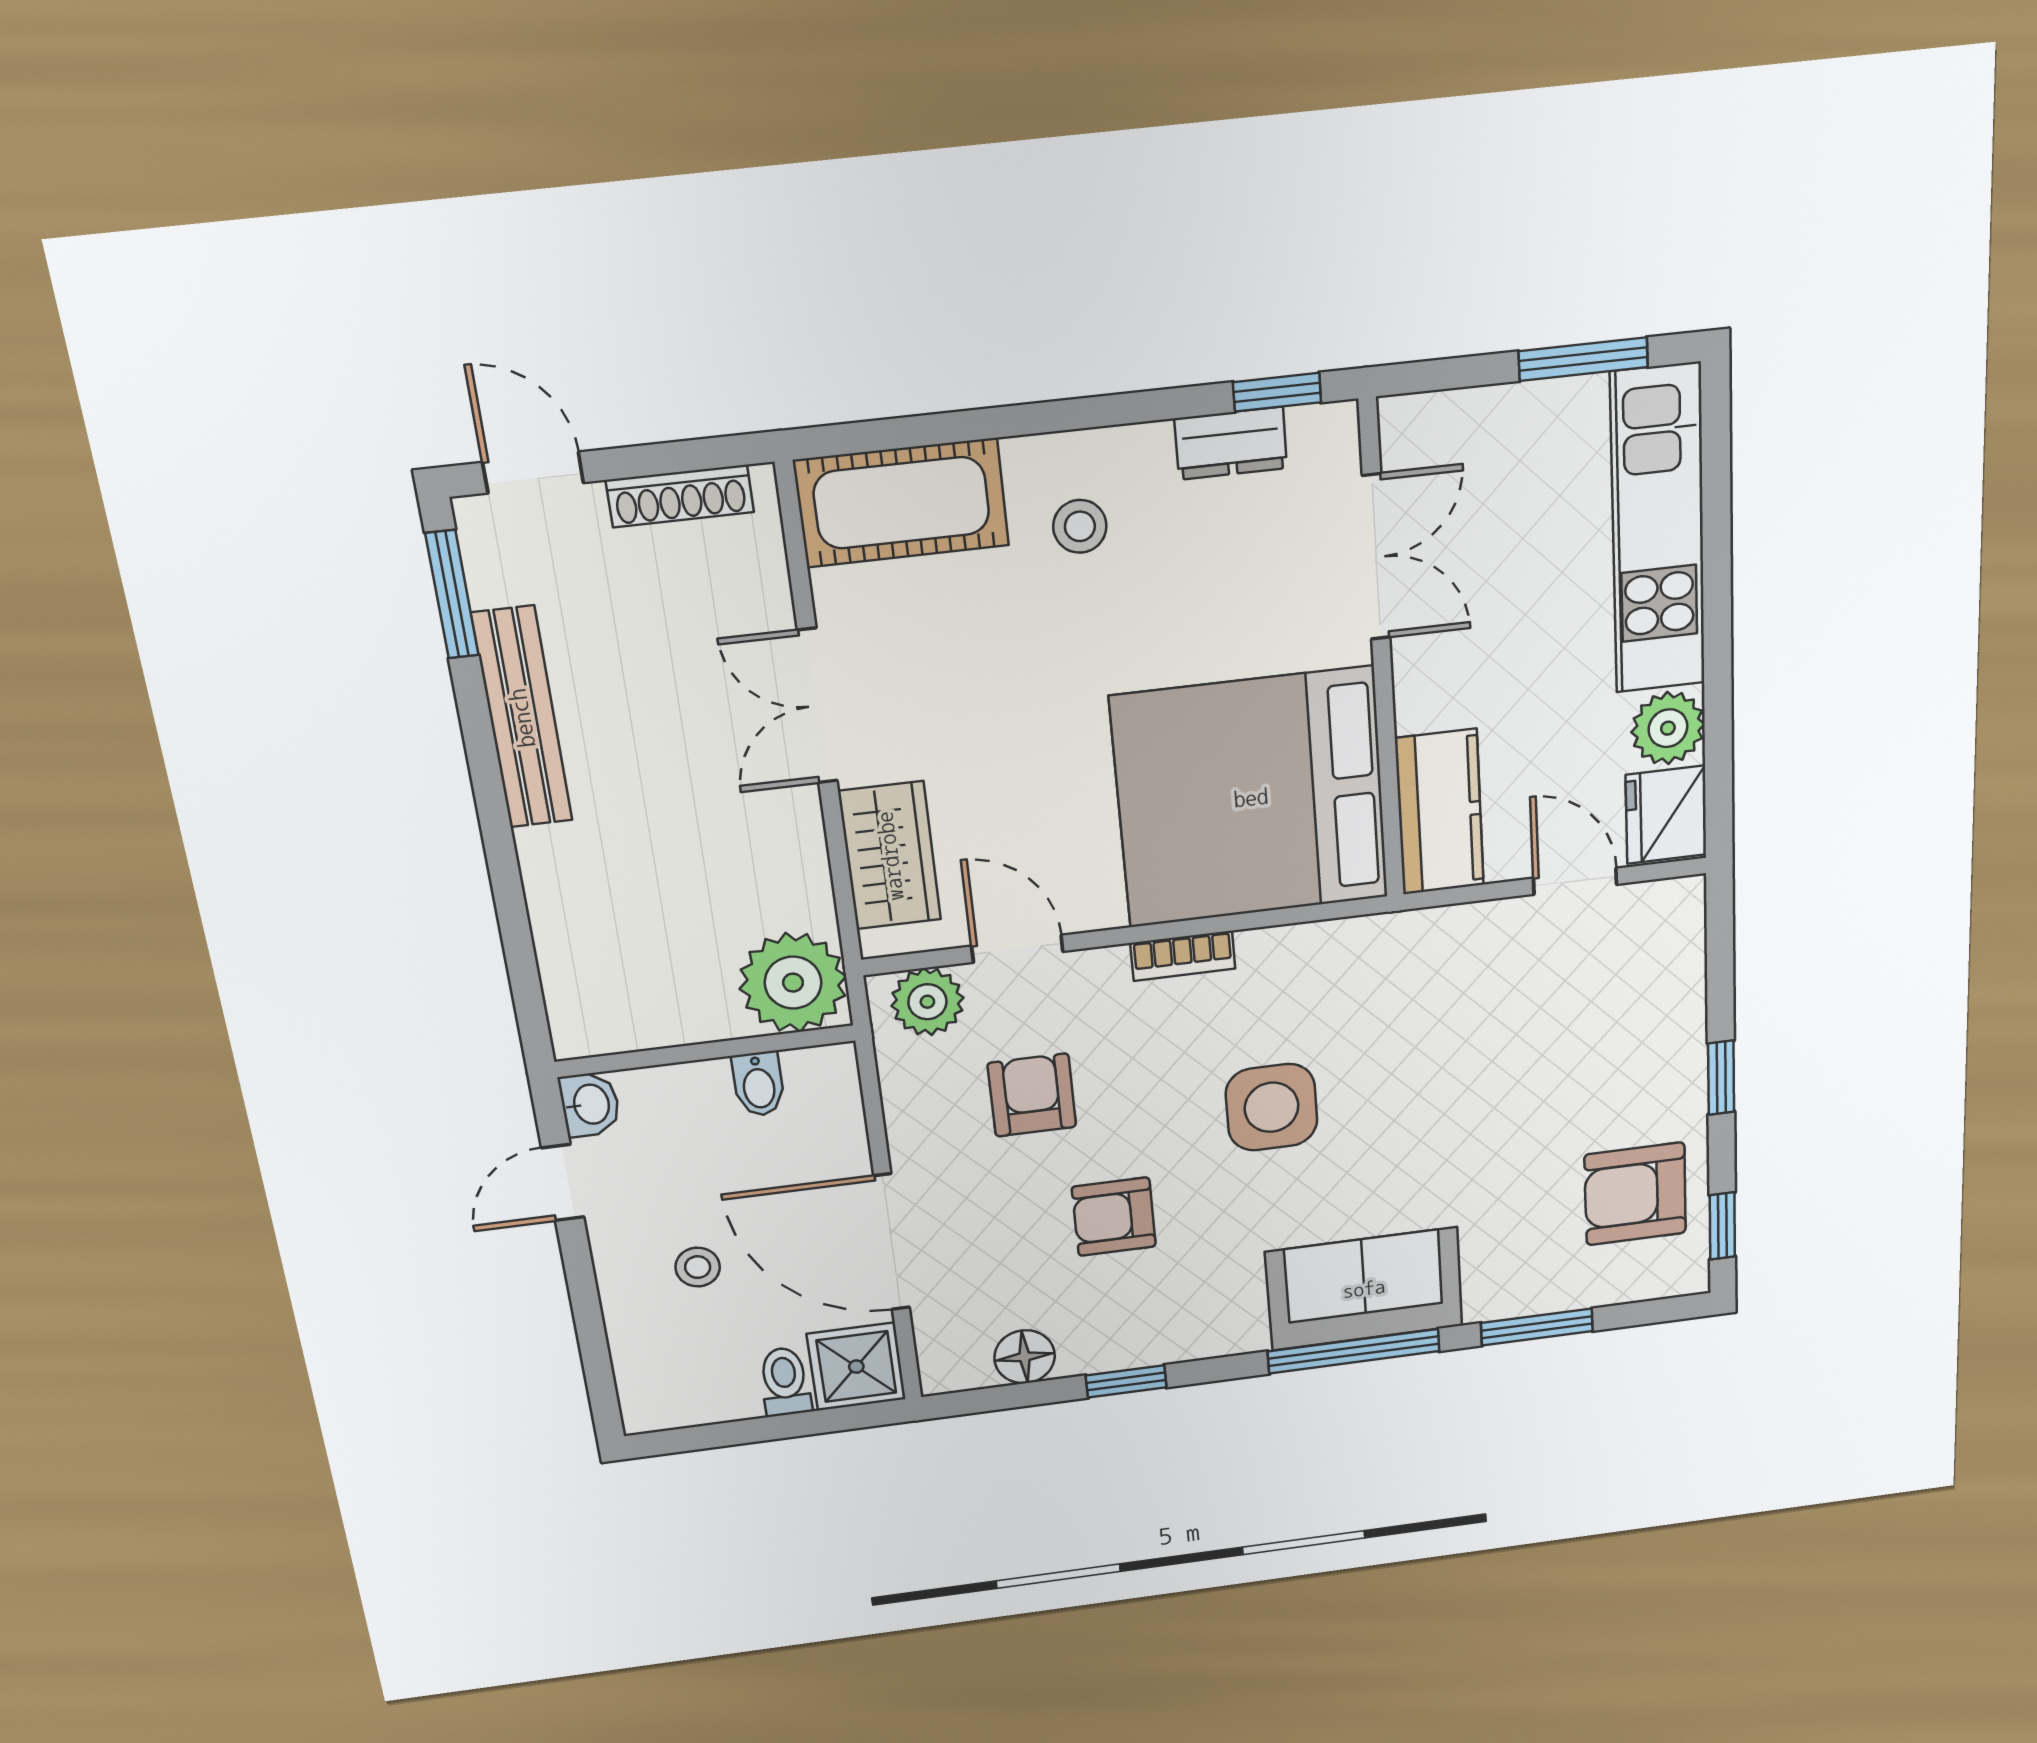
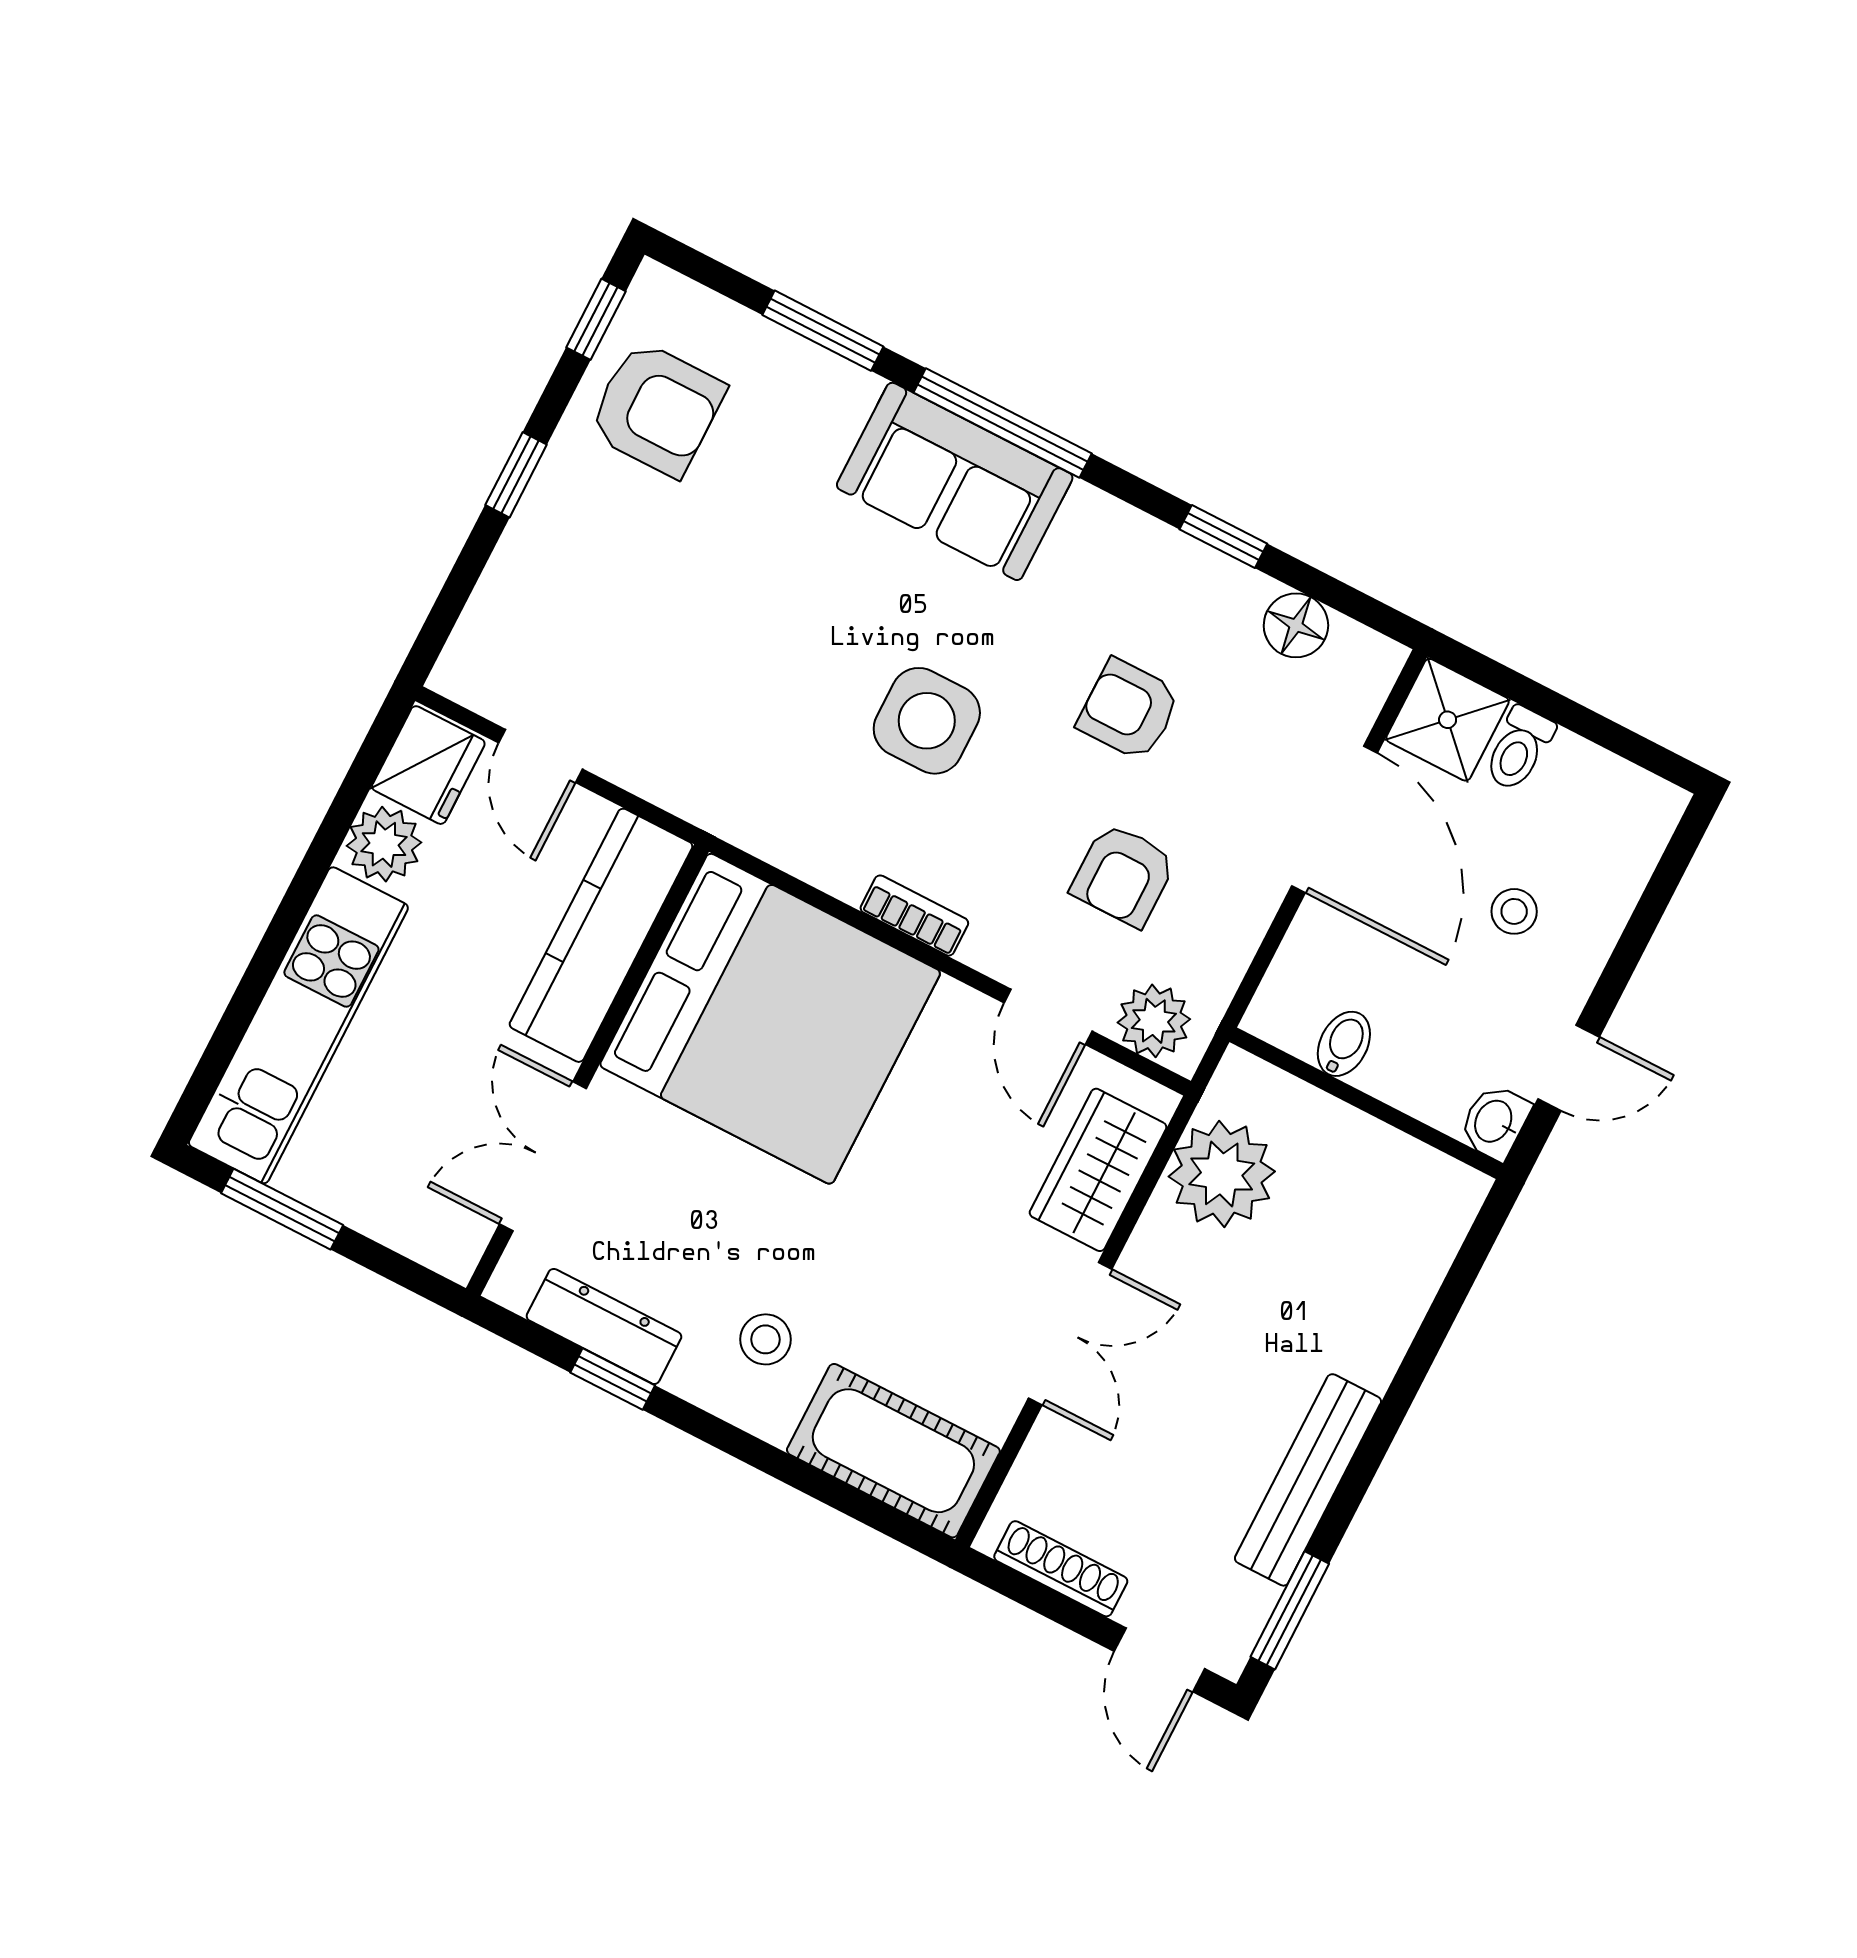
window: (1277, 392) -> (613, 1379), moved
dresser: (1231, 443) -> (604, 1326), width x1.44
kitchen counter: (1440, 812) -> (601, 935), width x1.50
plant: (793, 983) -> (1222, 1174), moved
armchair: (1114, 1217) -> (1129, 710), turned 180

